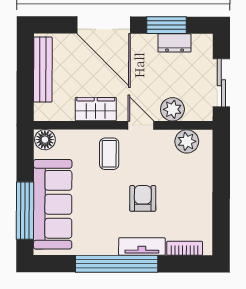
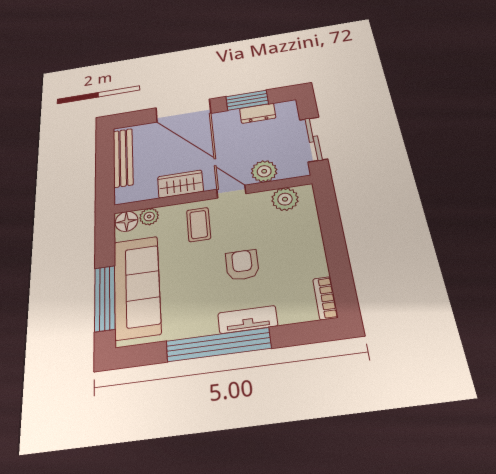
plant: (66, 138) -> (149, 217), added
bookcase: (185, 248) -> (325, 298), moved, turned -90

